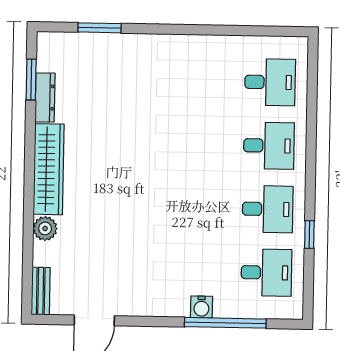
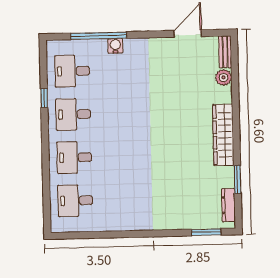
window: (100, 28) -> (206, 232), moved
window: (31, 80) -> (237, 179), moved
dresser: (45, 98) -> (228, 205), moved
plant: (45, 228) -> (224, 77), moved

